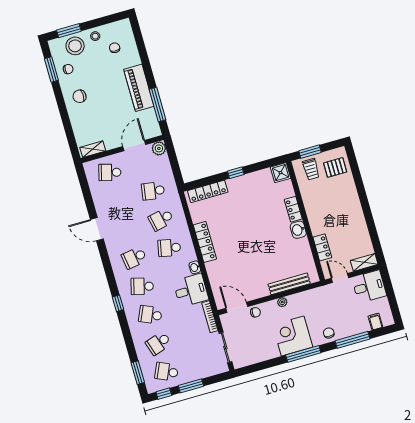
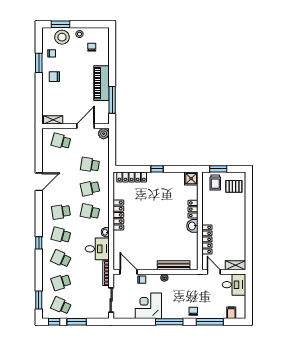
window: (51, 69) -> (39, 63), moved
door: (97, 229) -> (39, 182), swing flipped
locker: (322, 247) -> (207, 239), width x1.53
corner desk: (293, 336) -> (148, 306), moved

